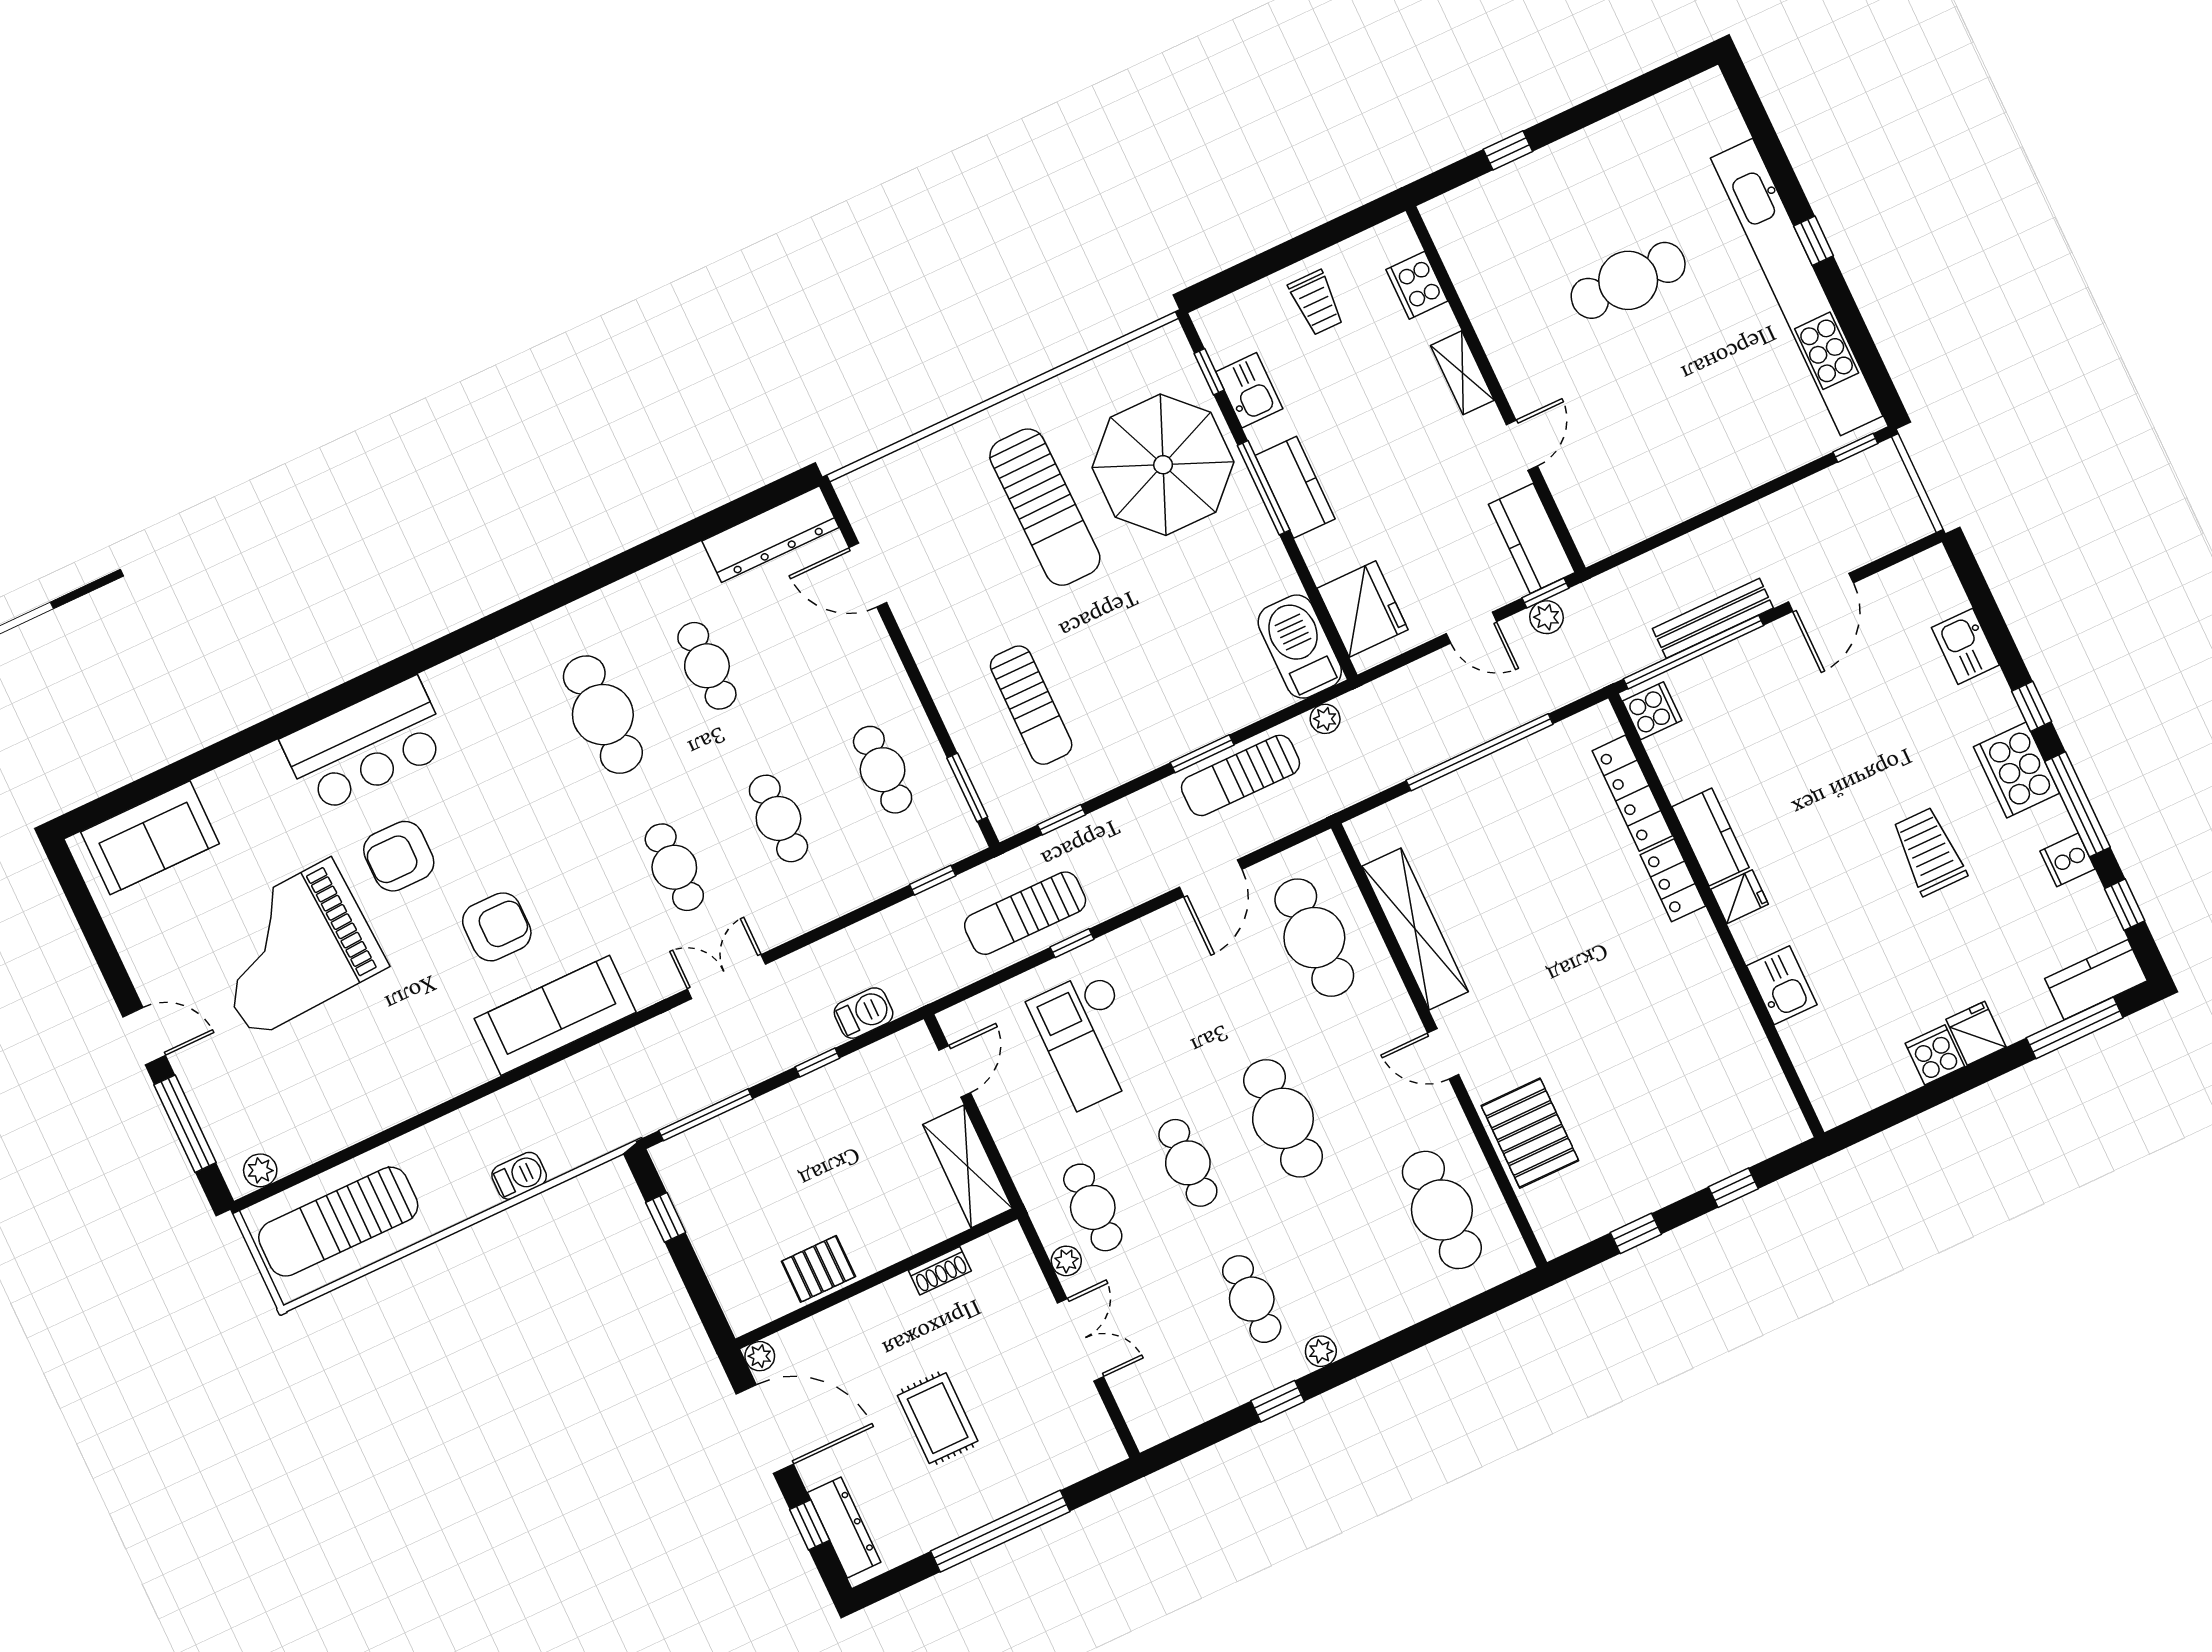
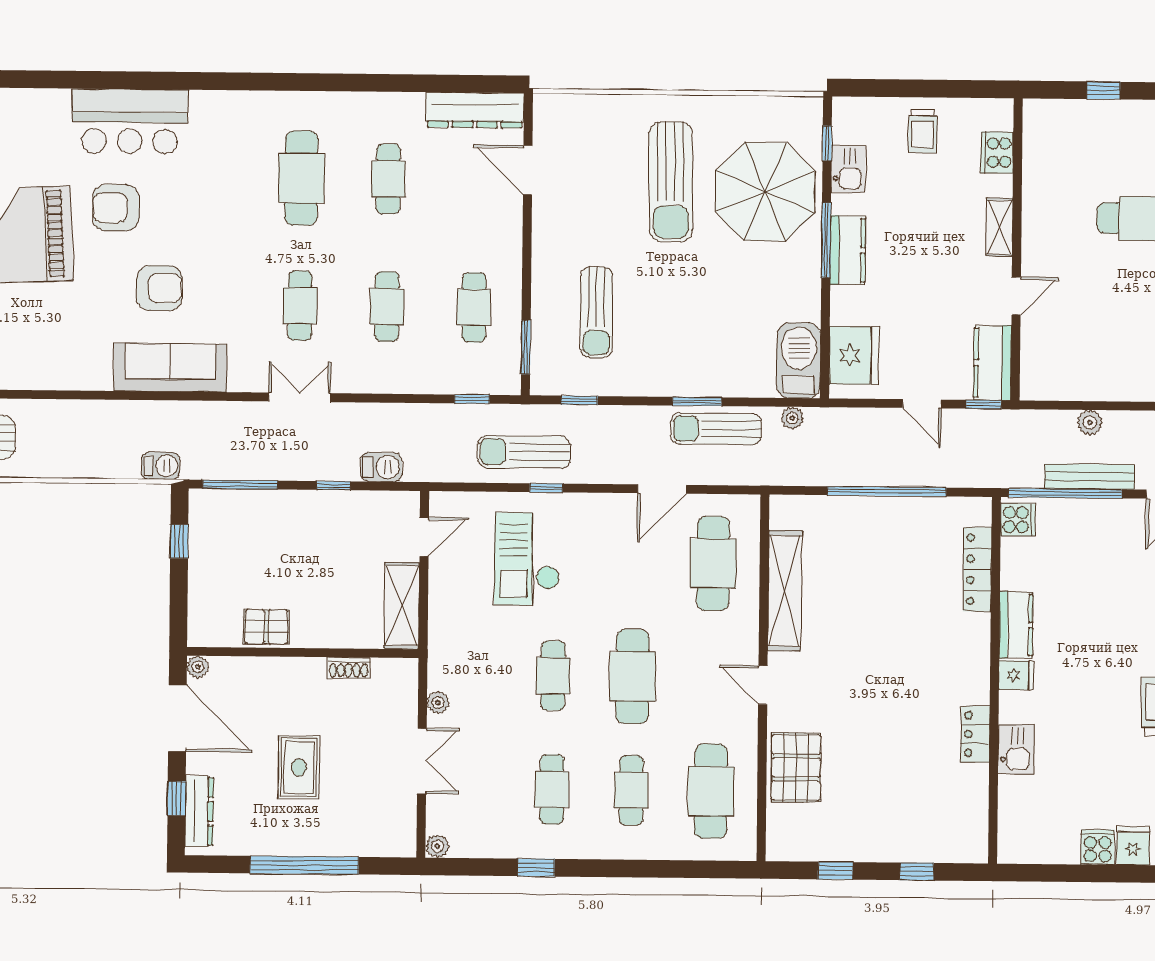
plant: (1546, 617) -> (1090, 422), moved
locker: (1673, 880) -> (975, 734), moved
barbecue: (519, 1176) -> (161, 466), moved
cafe table: (1093, 1207) -> (631, 790), moved
plant: (1321, 1351) -> (437, 846), moved

